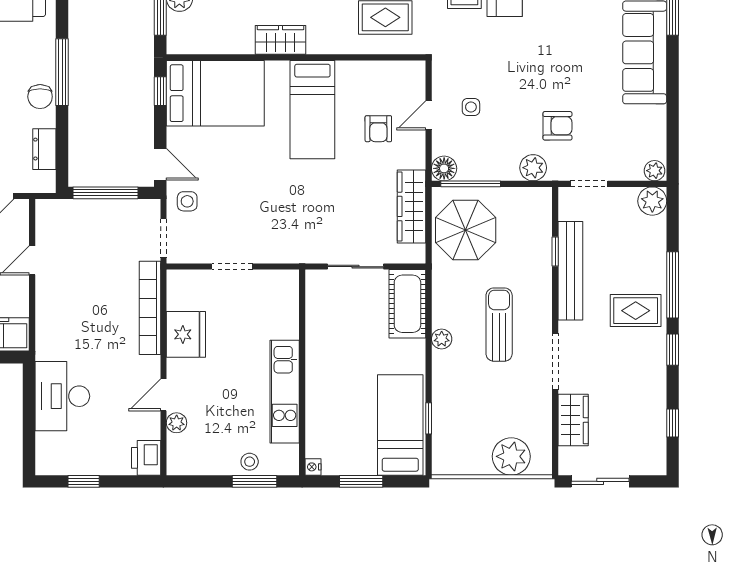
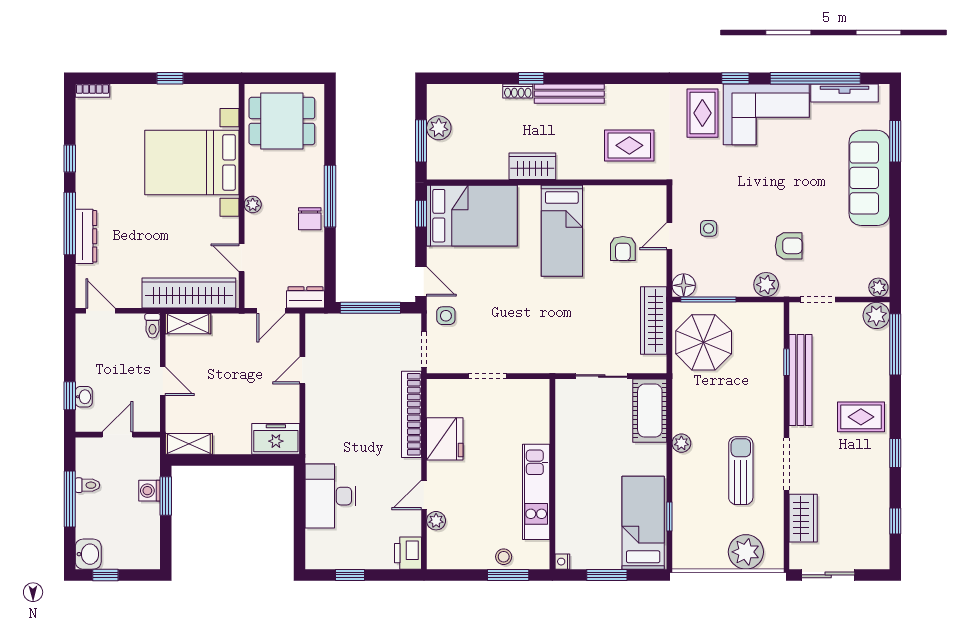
dresser: (44, 149) -> (305, 297), moved, turned 90
window: (673, 285) -> (895, 344), moved
sun lounger: (499, 325) -> (741, 471), moved

